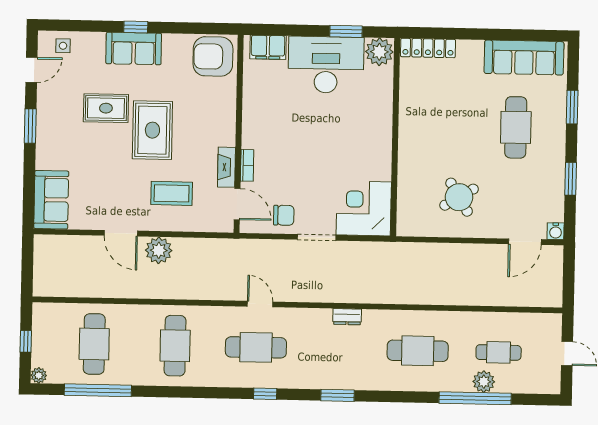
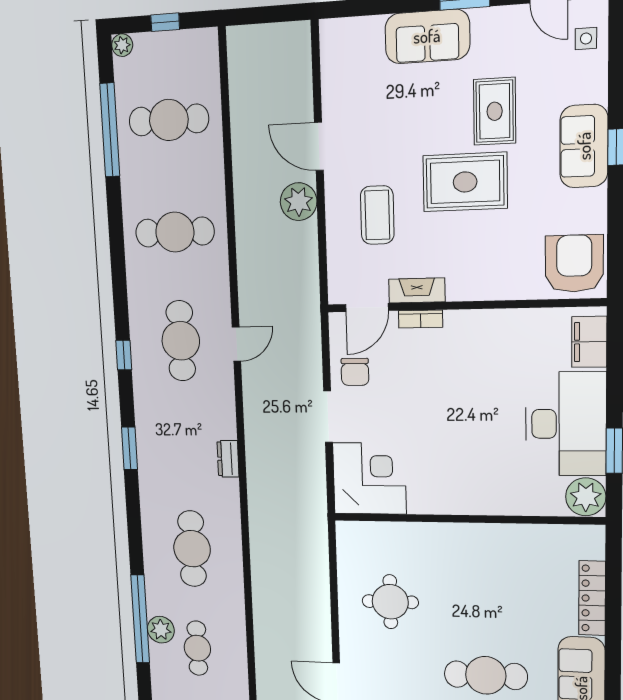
locker: (428, 48) -> (592, 598), moved
round table: (459, 197) -> (390, 602), turned 31
sofa: (51, 200) -> (427, 36), moved
door: (121, 233) -> (319, 146), hinge flipped

